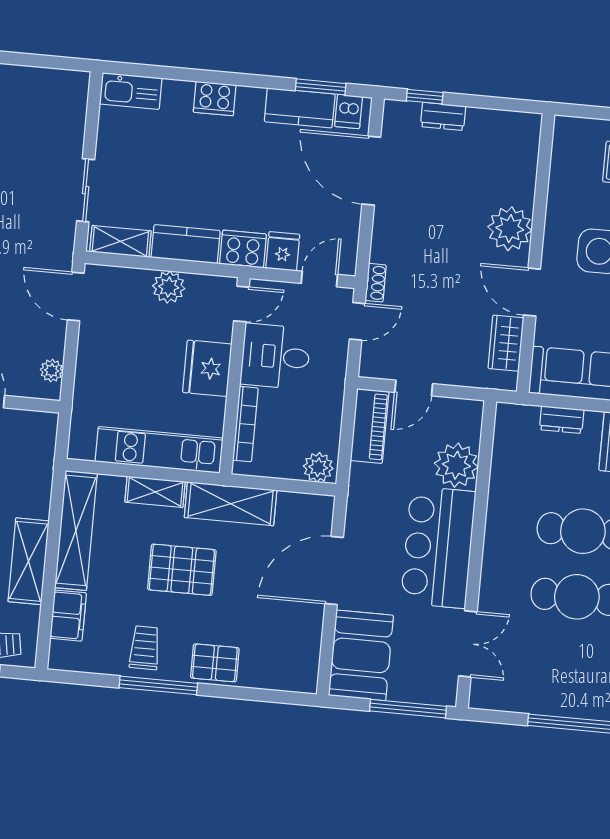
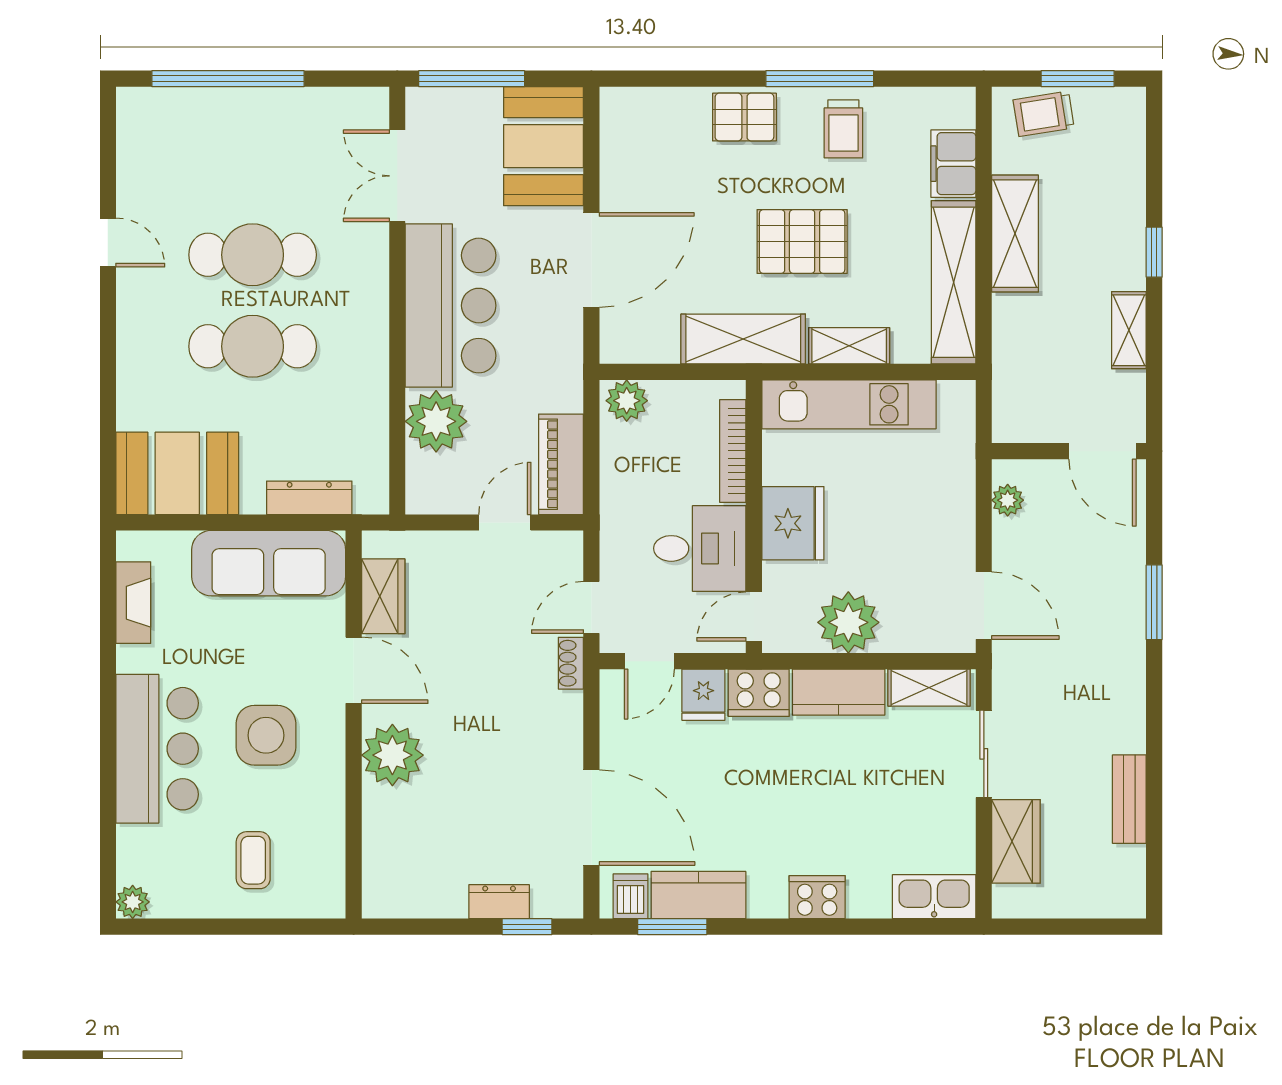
wardrobe: (68, 125) -> (1016, 841), added
plant: (169, 287) -> (848, 622), width x1.36, depth x1.36
dresser: (562, 420) -> (309, 498), width x1.44

